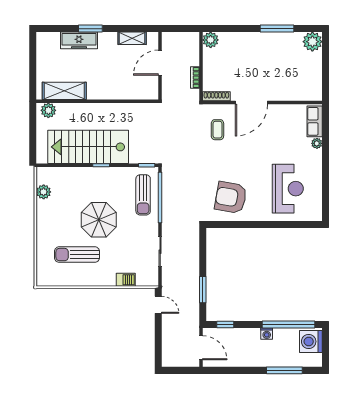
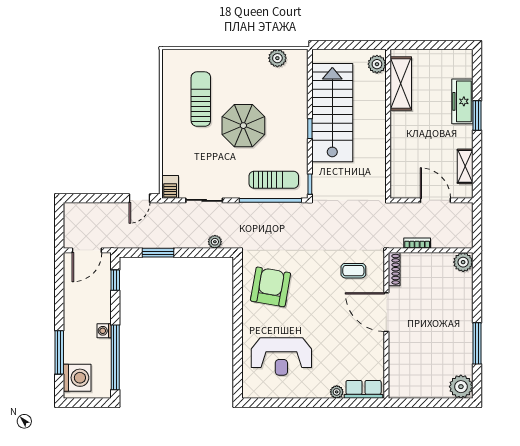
sun lounger: (143, 195) -> (274, 180), turned 180
plant: (194, 243) -> (215, 242), added
barbecue: (126, 280) -> (170, 187), moved
washing machine: (311, 341) -> (77, 378), moved, turned 90

